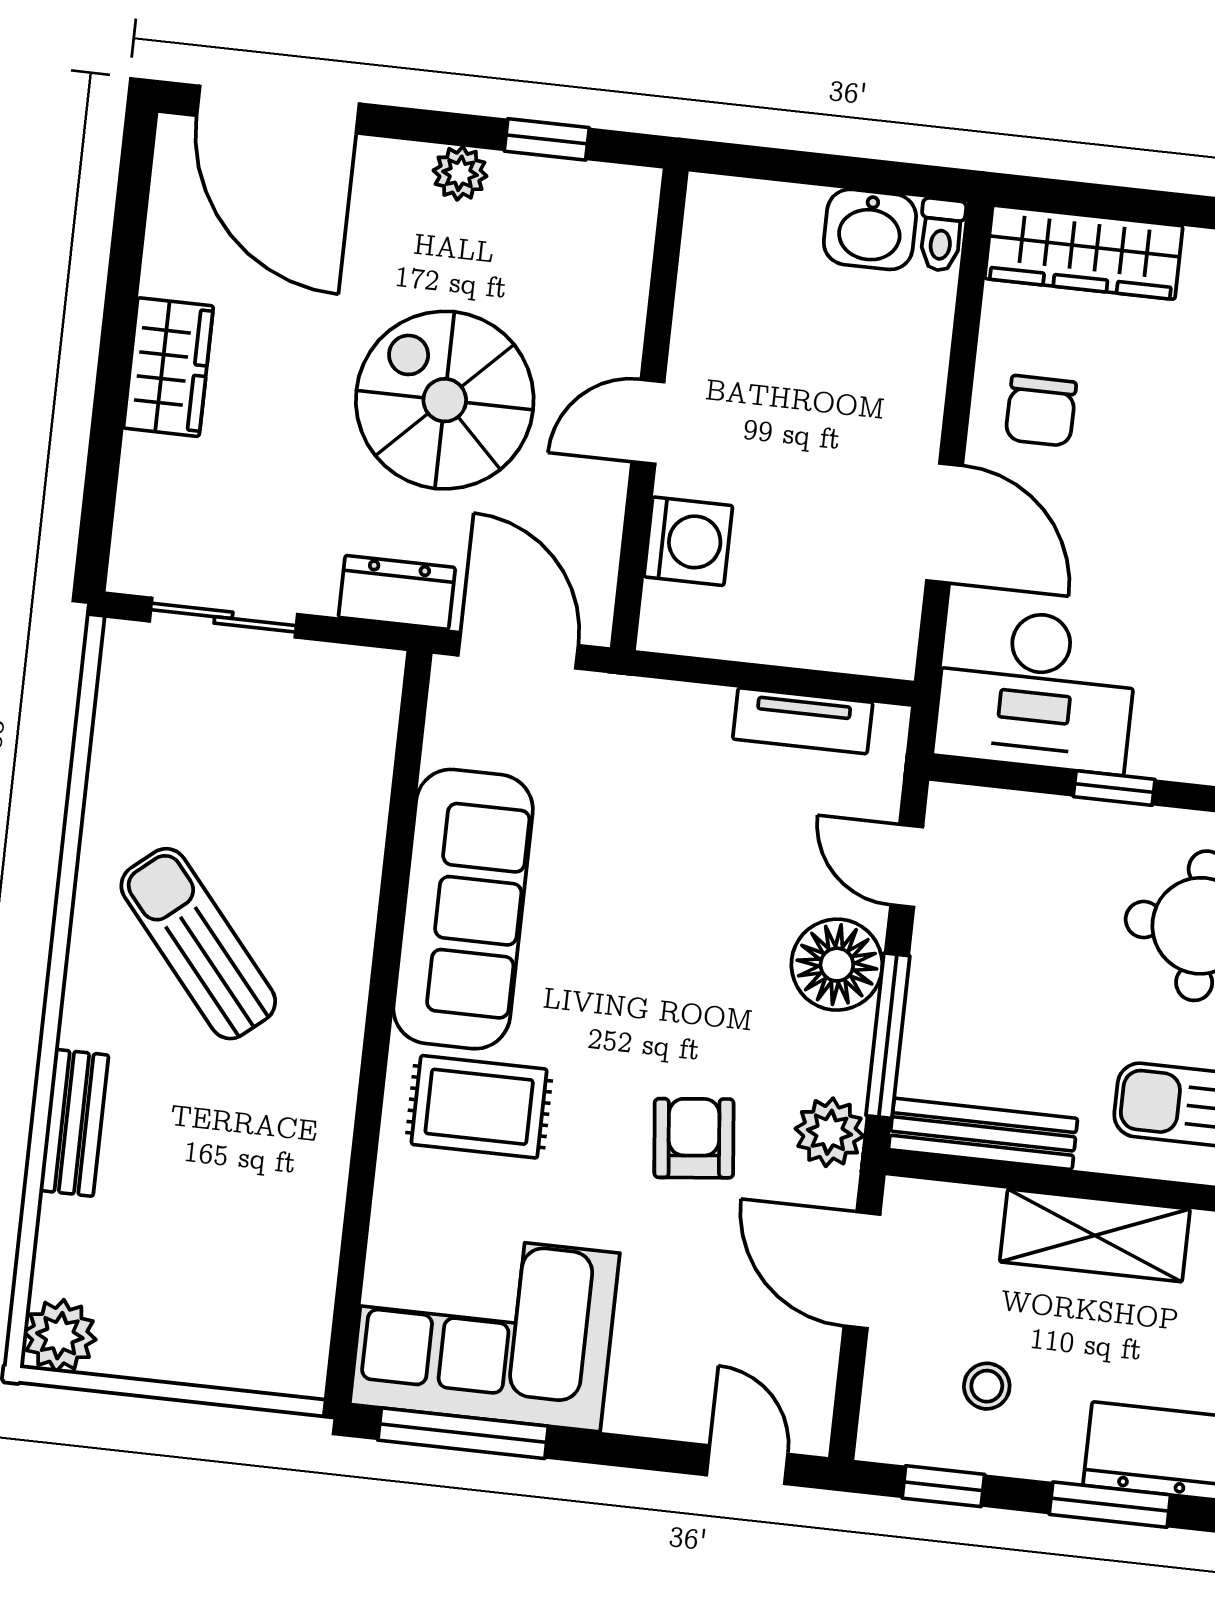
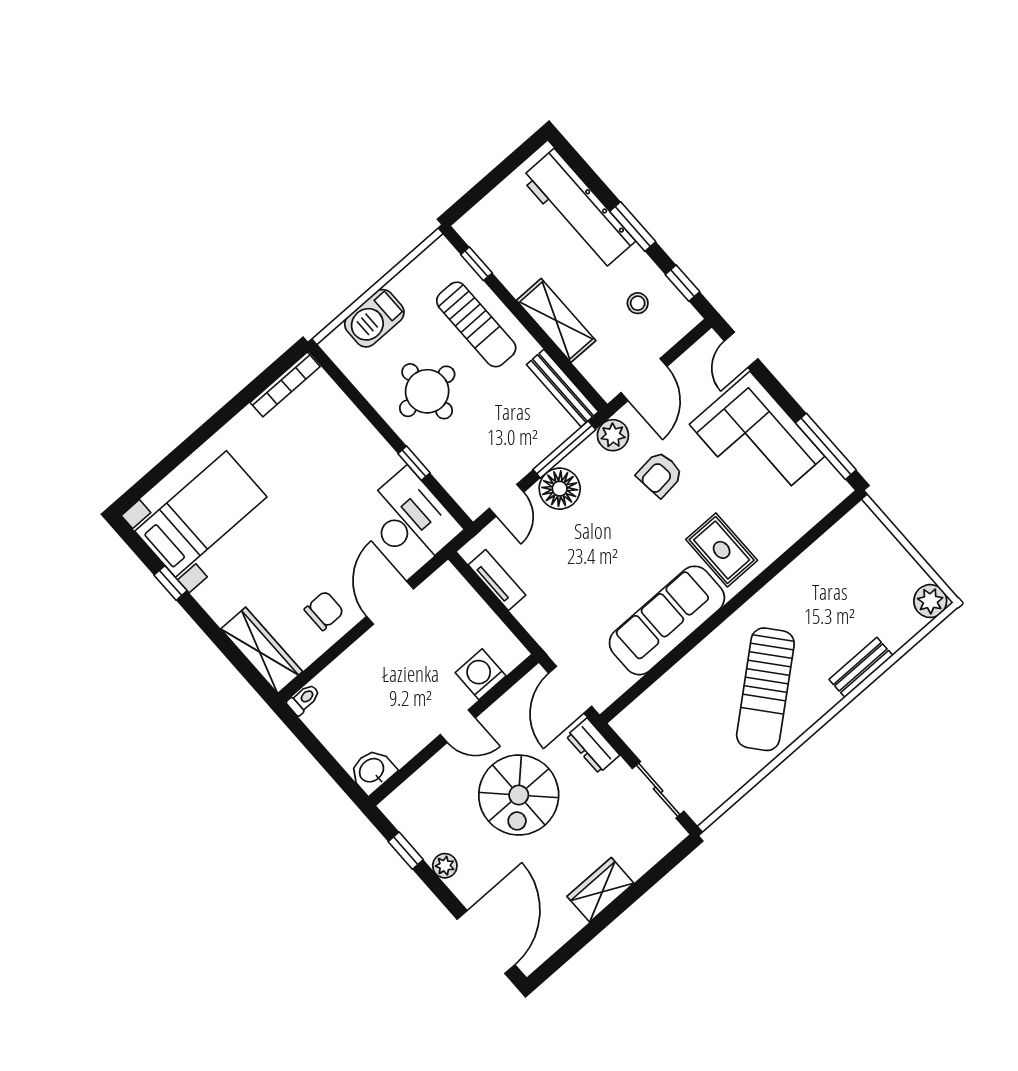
washbasin: (870, 229) -> (372, 771), moved, turned -90
sun lounger: (198, 944) -> (765, 689), width x1.36, depth x1.34
corner sofa: (485, 1329) -> (757, 440), moved

